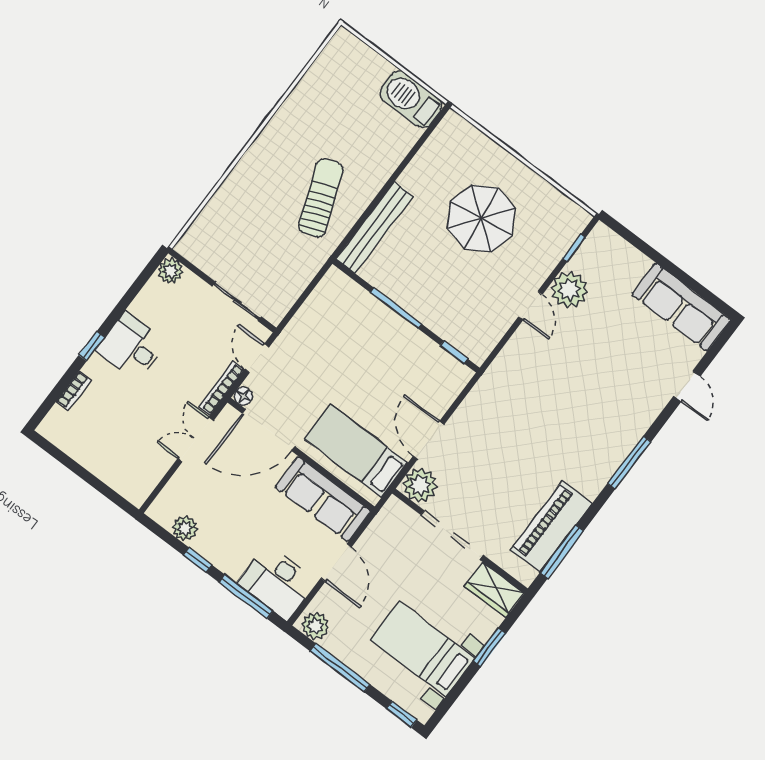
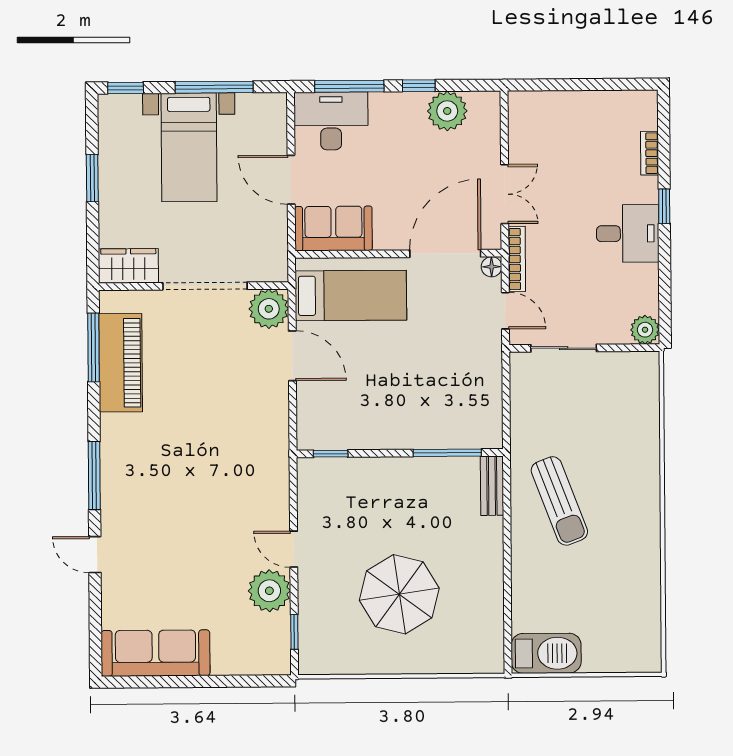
bench: (375, 228) -> (492, 486), width x0.54, depth x0.82
window: (396, 308) -> (447, 453), moved
door: (687, 386) -> (95, 555), moved
sofa: (323, 499) -> (333, 229), width x0.73
plant: (185, 528) -> (447, 111), width x1.36, depth x1.36
plant: (315, 626) -> (266, 108), removed
window: (489, 647) -> (92, 178), moved
bed with nightstands: (423, 649) -> (189, 147), moved, turned 90

